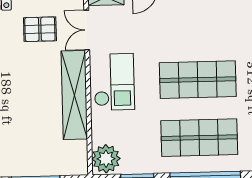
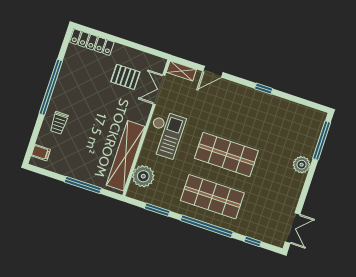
shelving: (74, 95) -> (126, 156), moved
plant: (106, 159) -> (143, 176), moved

